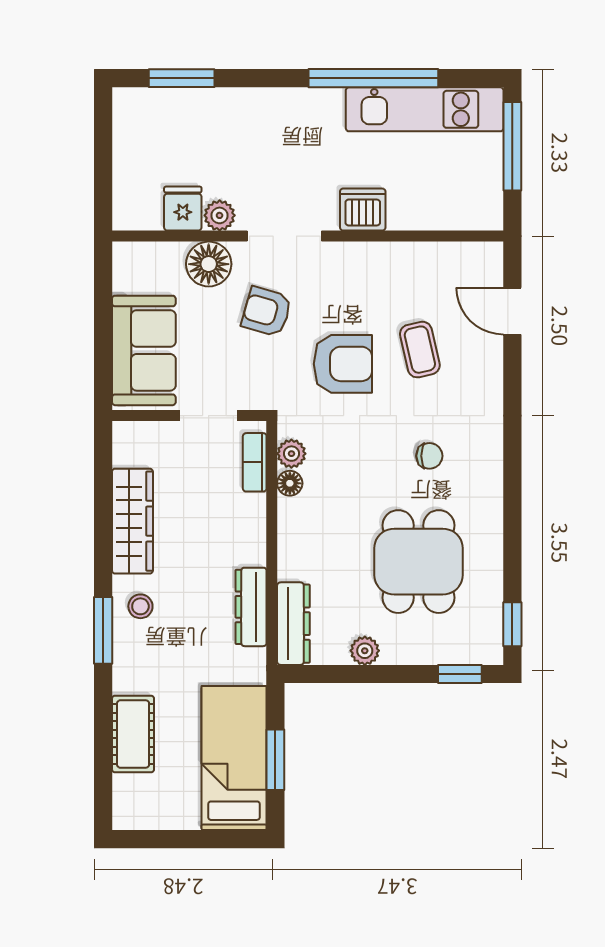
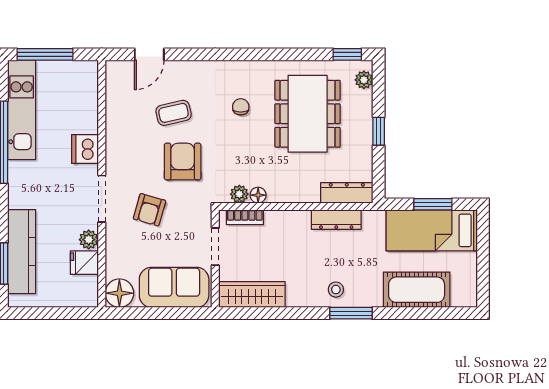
kitchen counter: (200, 109) -> (22, 252), added
floor lamp: (209, 264) -> (119, 293), moved
wardrobe: (132, 521) -> (252, 295), moved
dining table: (418, 562) -> (308, 114), width x1.38
plant: (365, 651) -> (364, 80), moved
window: (460, 674) -> (379, 131), moved
cot: (133, 734) -> (417, 290), width x1.37, depth x1.34

